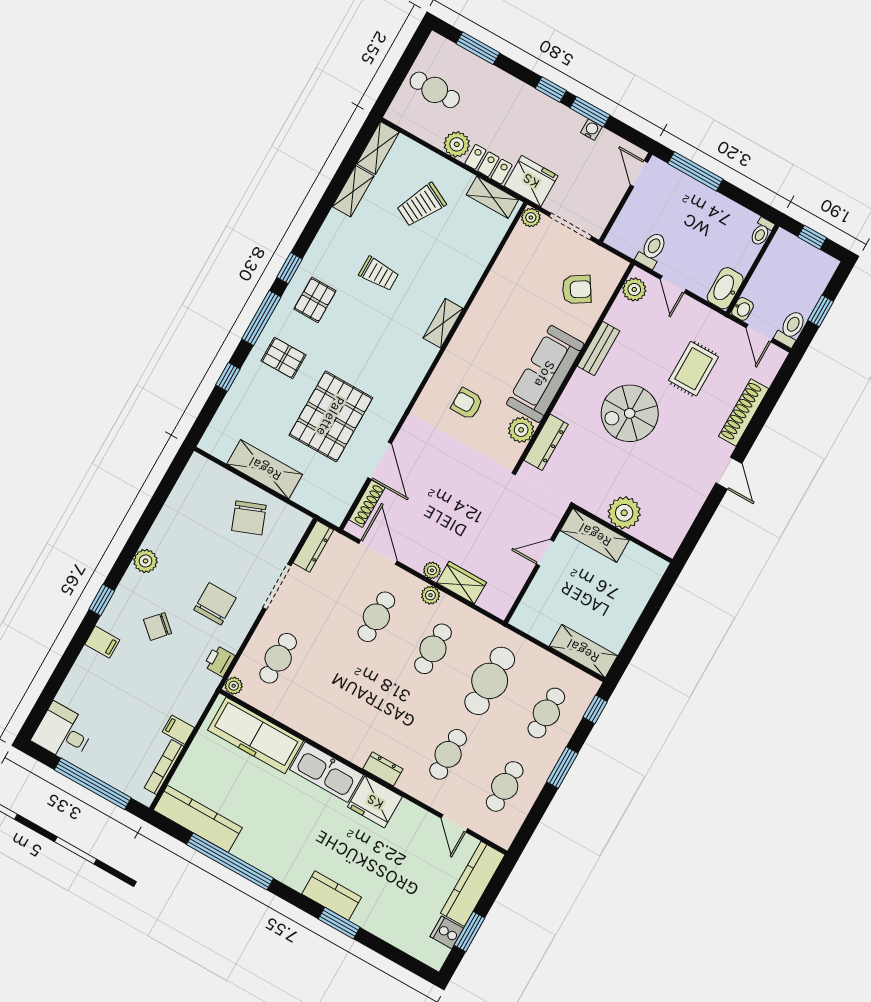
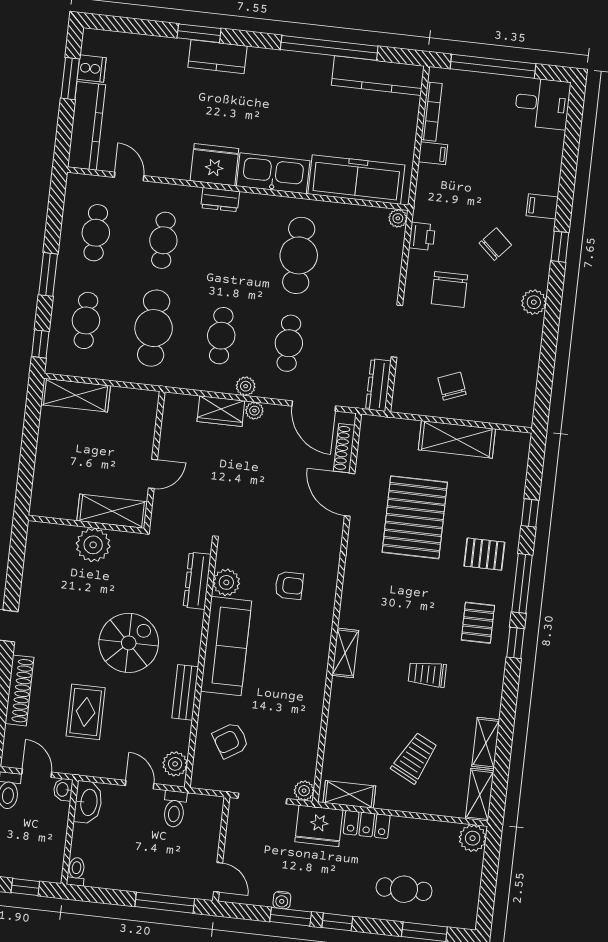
cafe table: (435, 90) -> (404, 889), moved
plant: (457, 144) -> (473, 838), moved
chair: (249, 518) -> (452, 386), width x0.73, depth x0.73
cafe table: (278, 658) -> (299, 255), moved, width x1.37, depth x1.35

